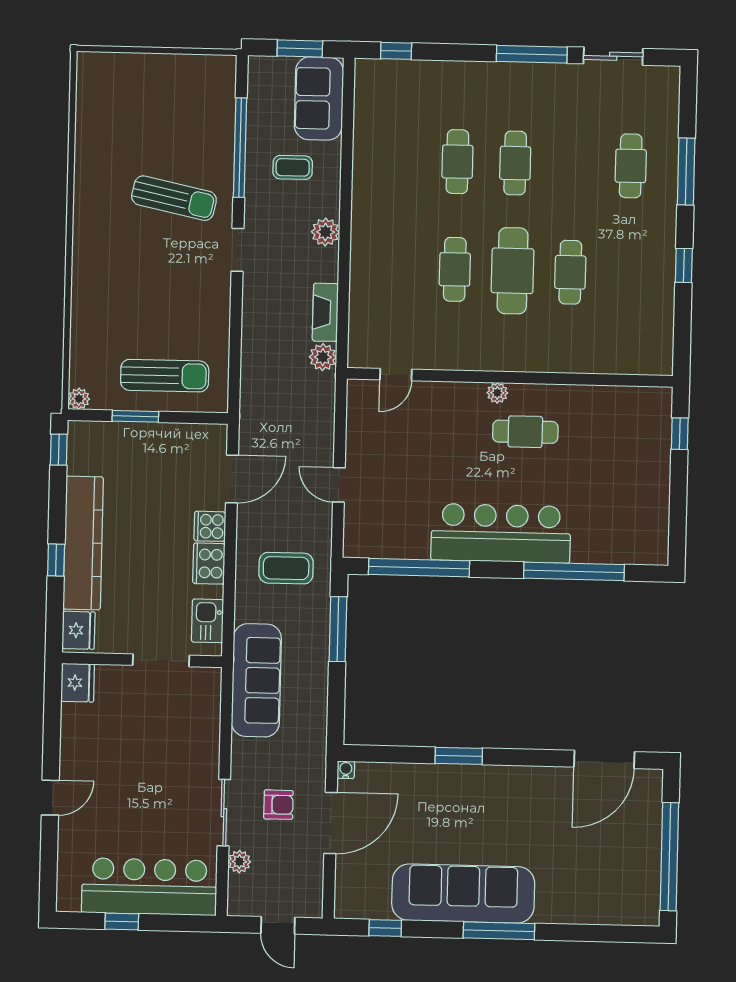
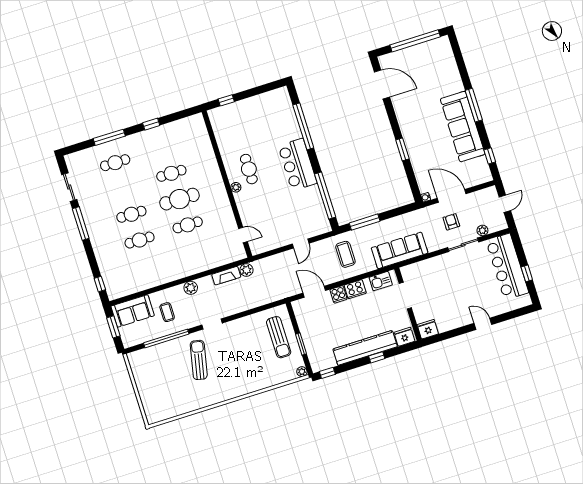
sun lounger: (165, 376) -> (279, 337), turned 180
bar counter: (501, 533) -> (297, 164), width x0.73

